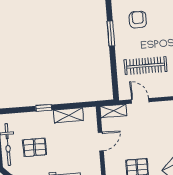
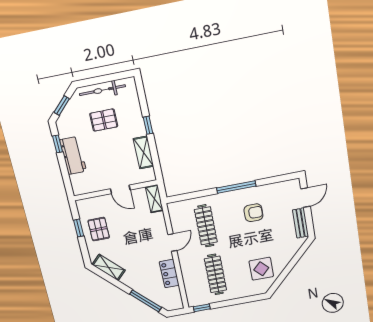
window: (111, 33) -> (236, 187), width x1.44
door: (140, 101) -> (172, 243), moved
pallet: (35, 147) -> (104, 120), turned 90

